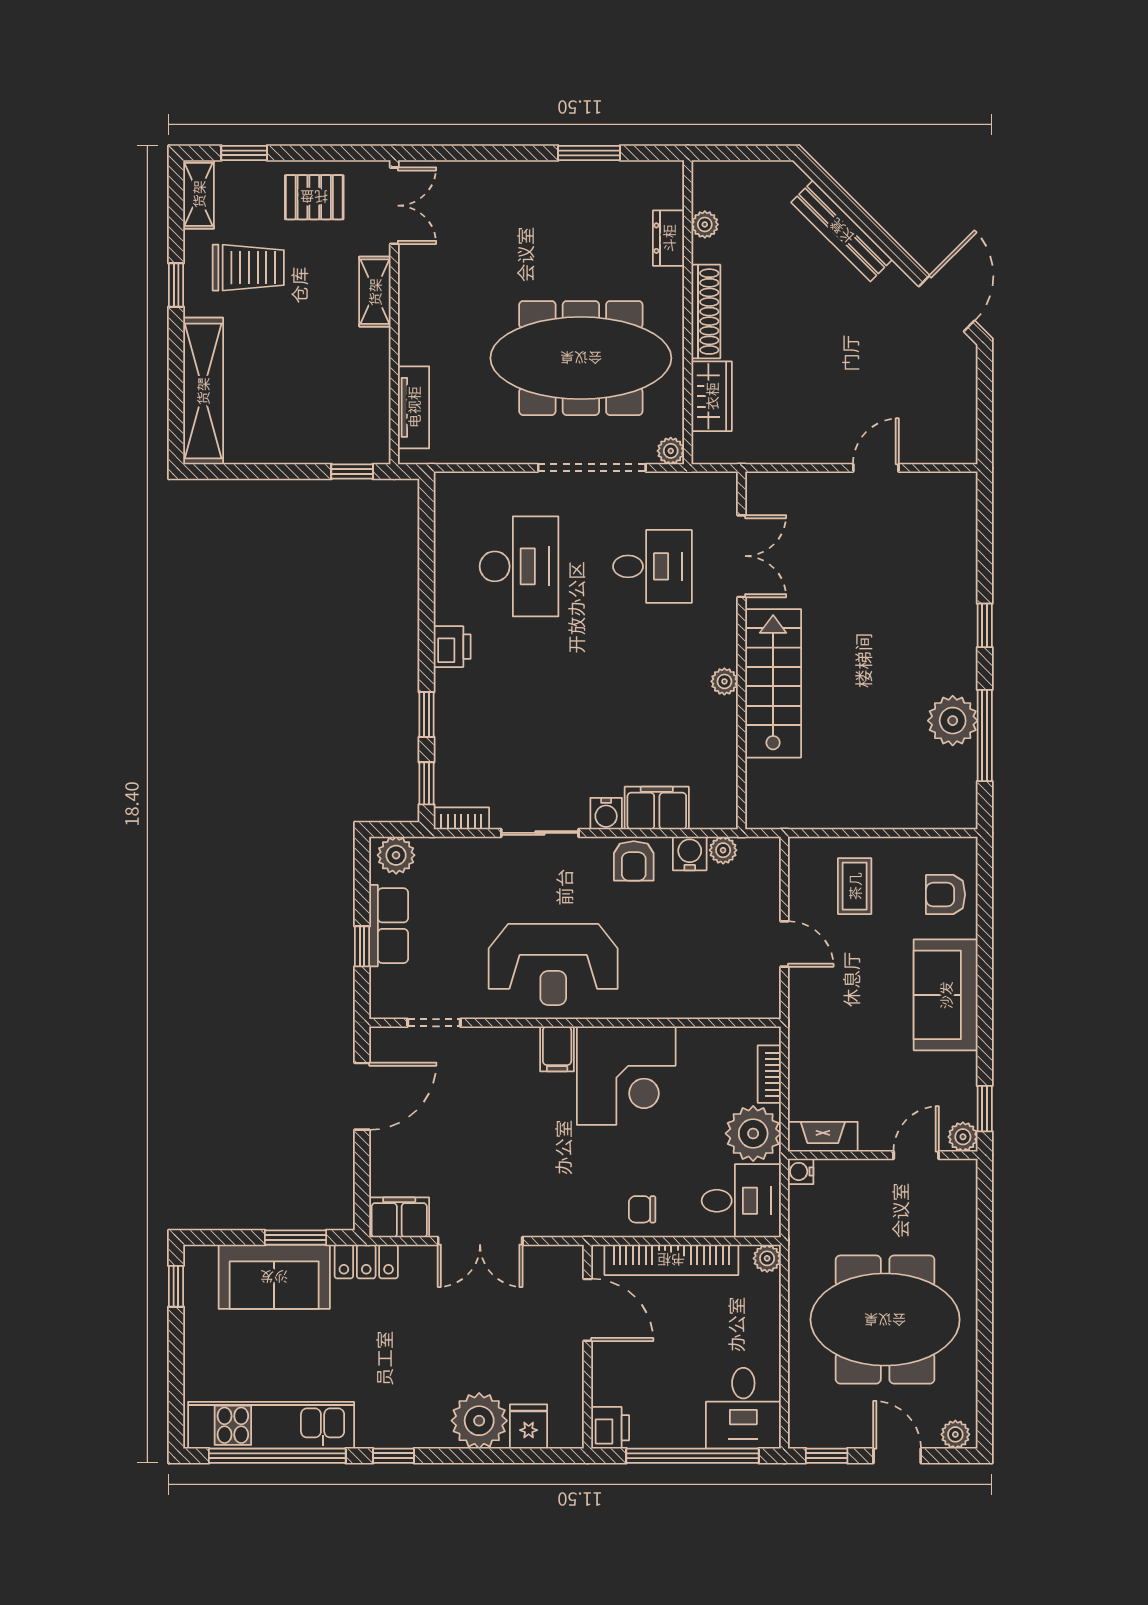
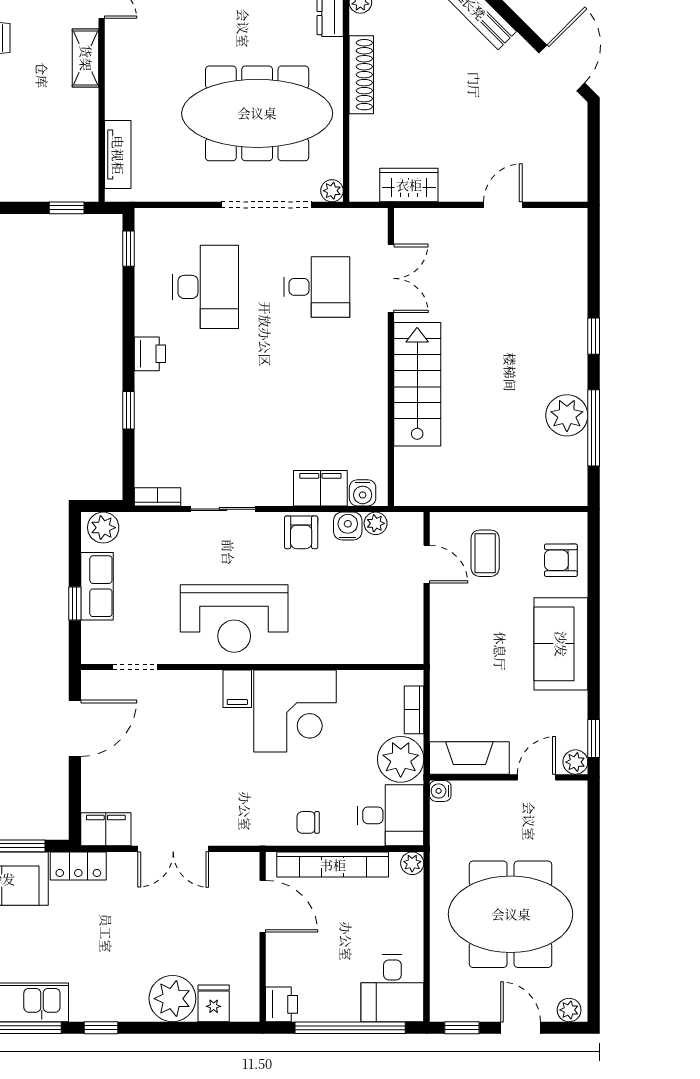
wardrobe: (712, 396) -> (409, 185), moved, turned -90
plant: (724, 681) -> (377, 383), removed
window: (426, 783) -> (129, 249), moved
water cooler: (606, 814) -> (363, 493), moved
door: (784, 944) -> (427, 564), moved
fireplace: (823, 1137) -> (469, 758), width x1.37, depth x1.32

